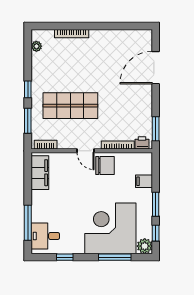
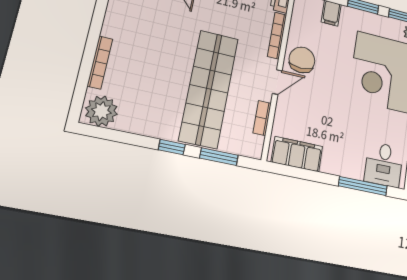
plant: (36, 46) -> (101, 111), width x1.88, depth x1.88
shop shelf: (70, 106) -> (209, 89), width x1.40
bookcase: (46, 145) -> (262, 118), moved

